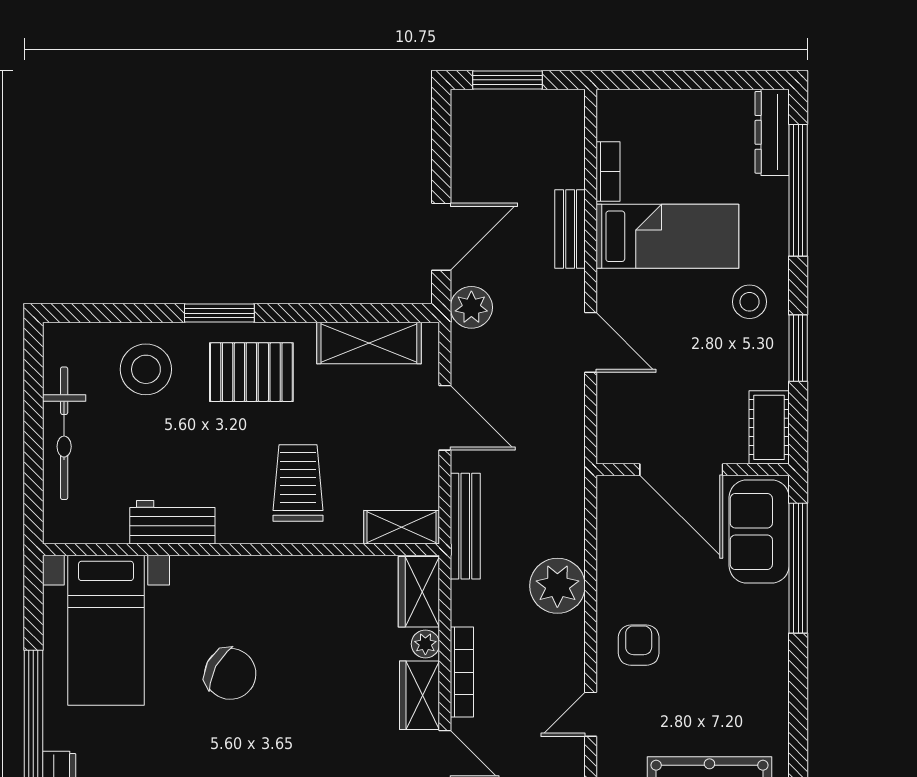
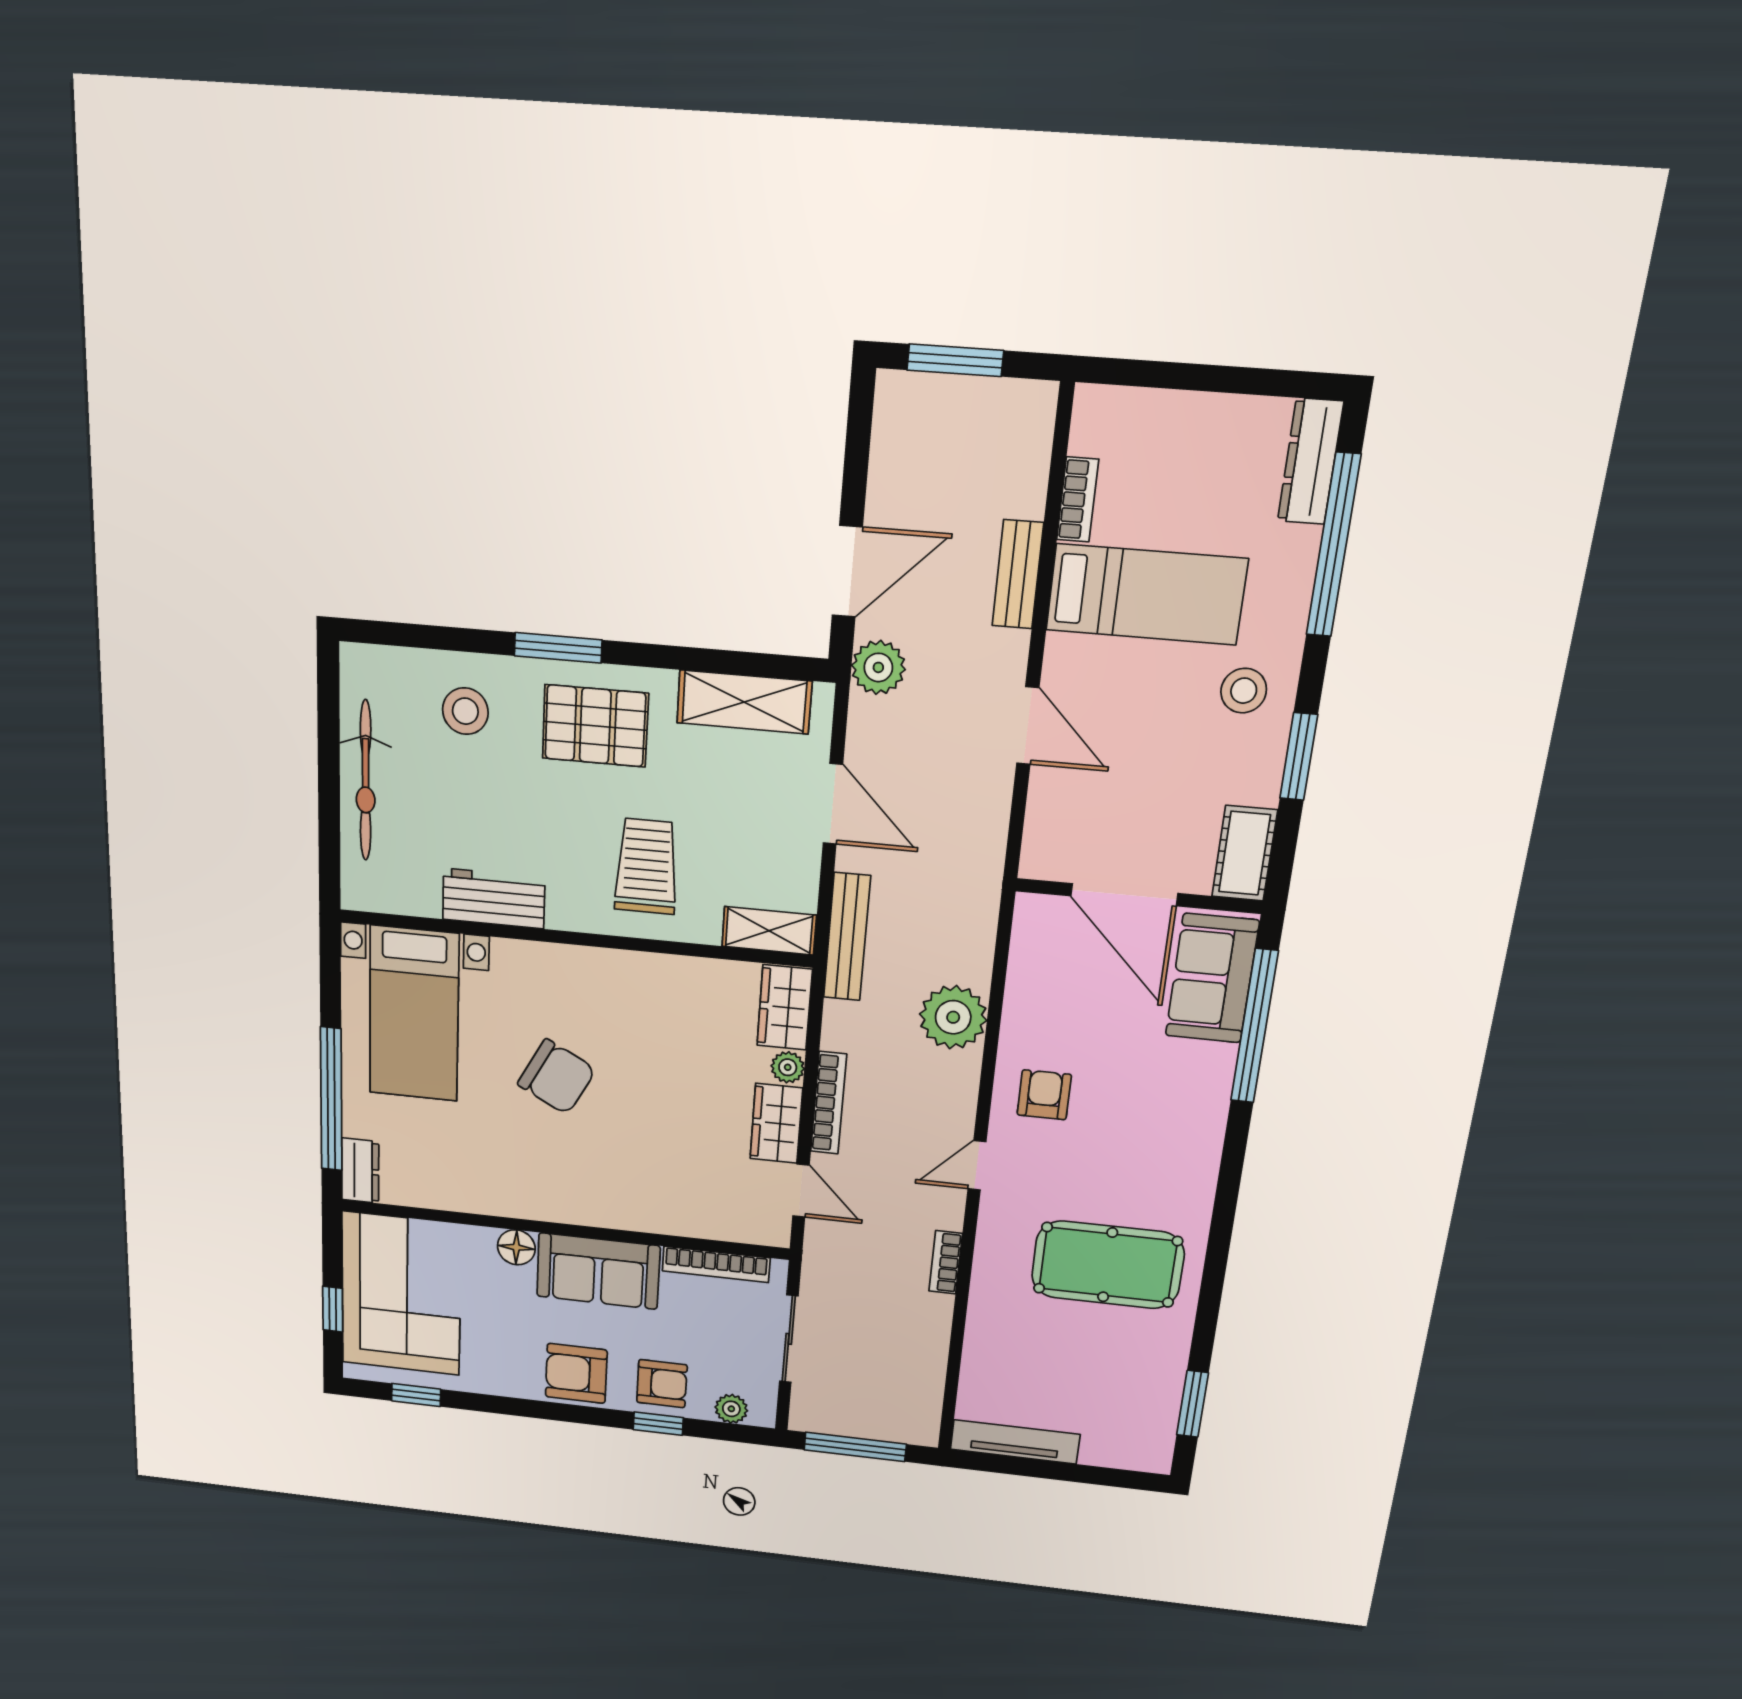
stool: (146, 369) -> (465, 711), width x0.73, depth x0.73

